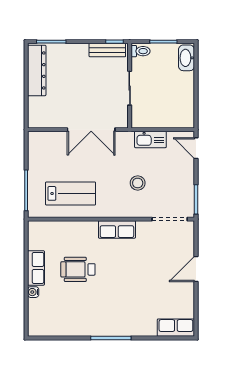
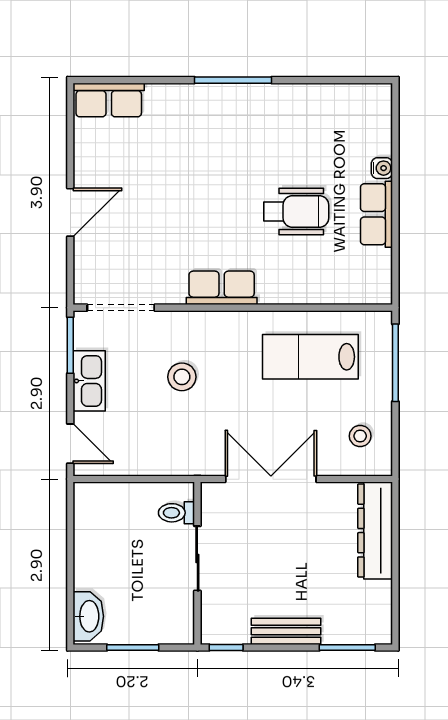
bench: (107, 50) -> (286, 631), moved
toilet: (140, 51) -> (176, 513), moved
dresser: (37, 70) -> (375, 531), moved
kitchen sink: (150, 139) -> (89, 381), moved, turned 90
stool: (45, 152) -> (360, 436), added

